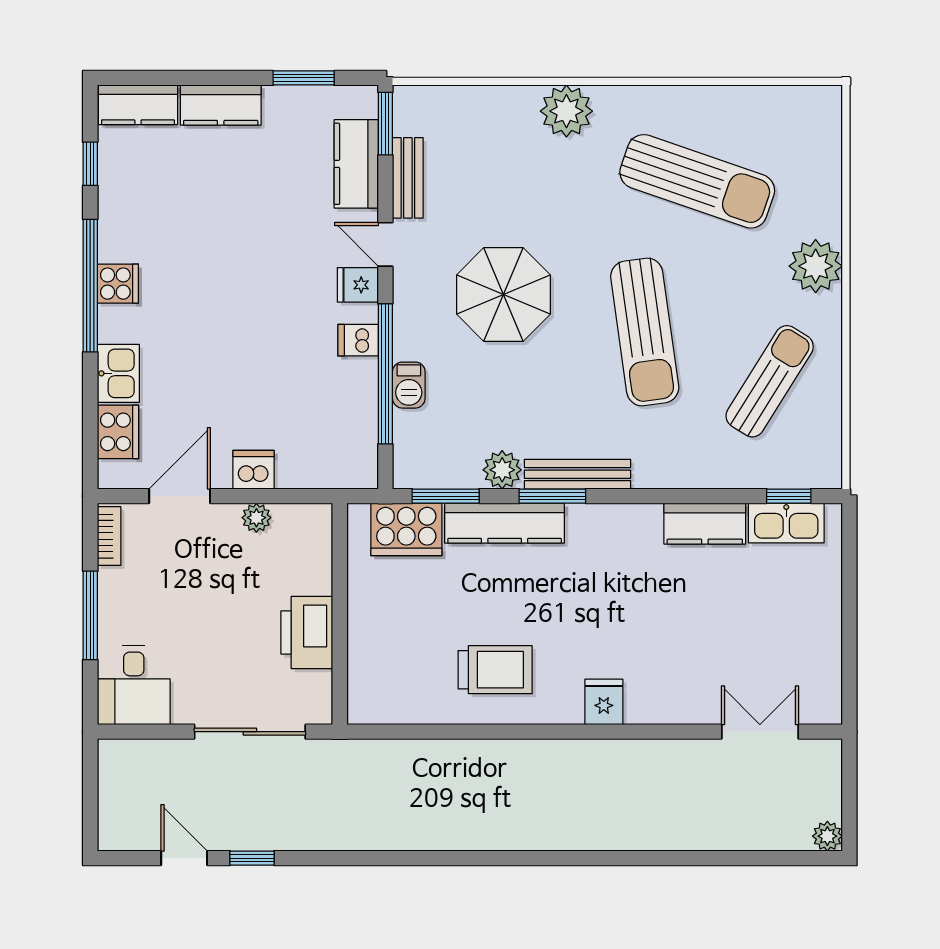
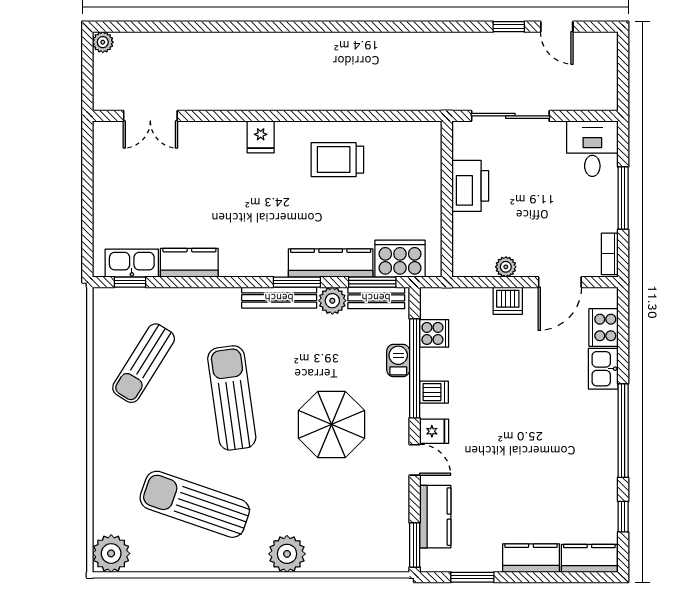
bench: (408, 178) -> (376, 298), moved, turned 90
plant: (816, 266) -> (111, 553), moved
cooker: (118, 284) -> (434, 333), moved, turned 180

